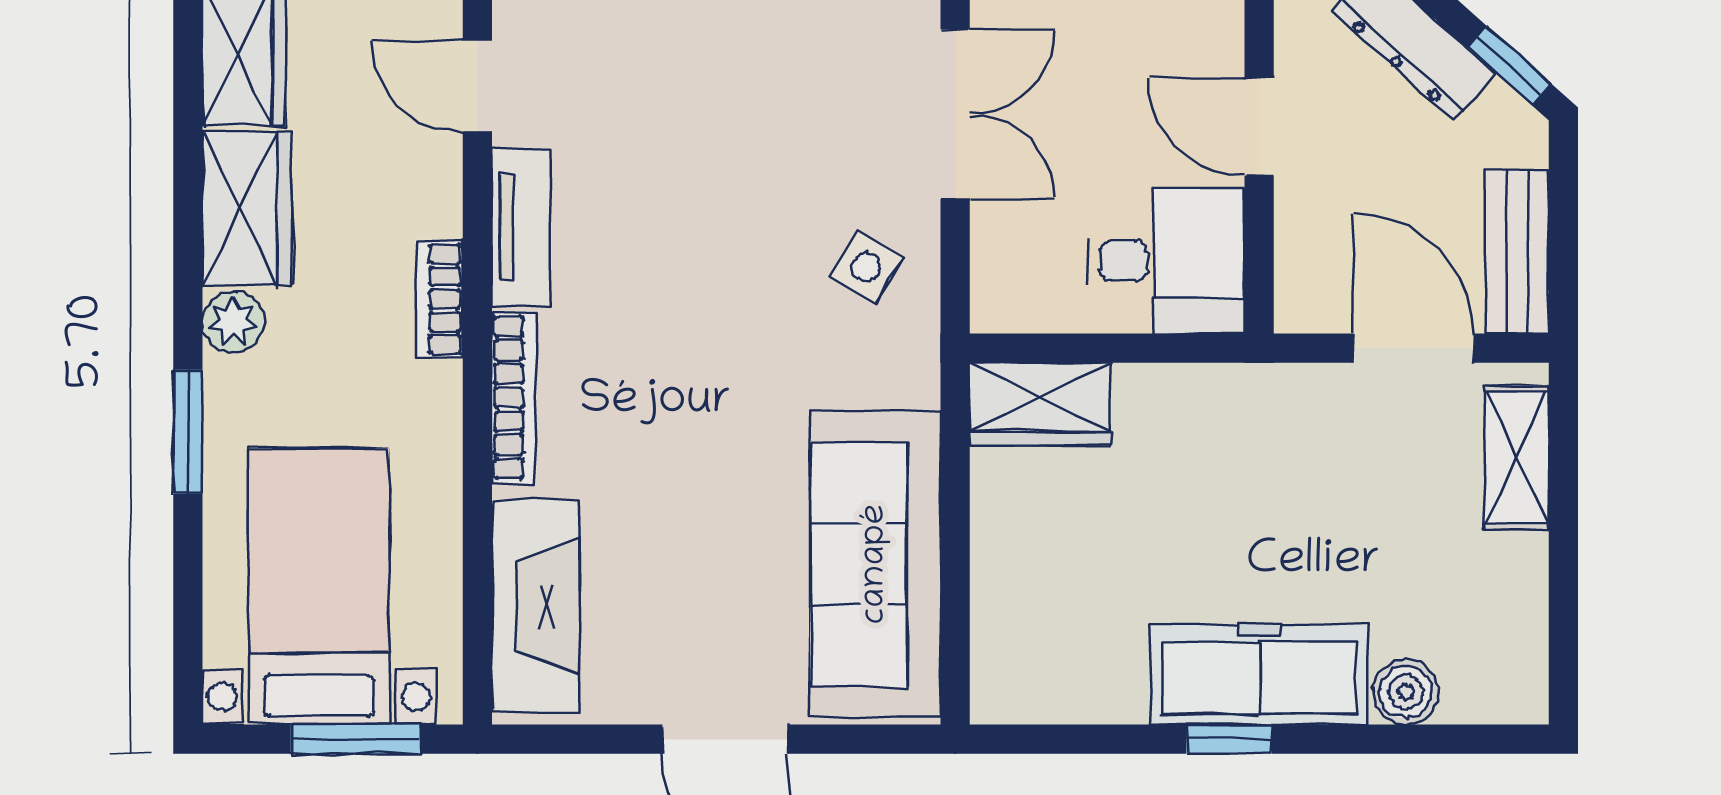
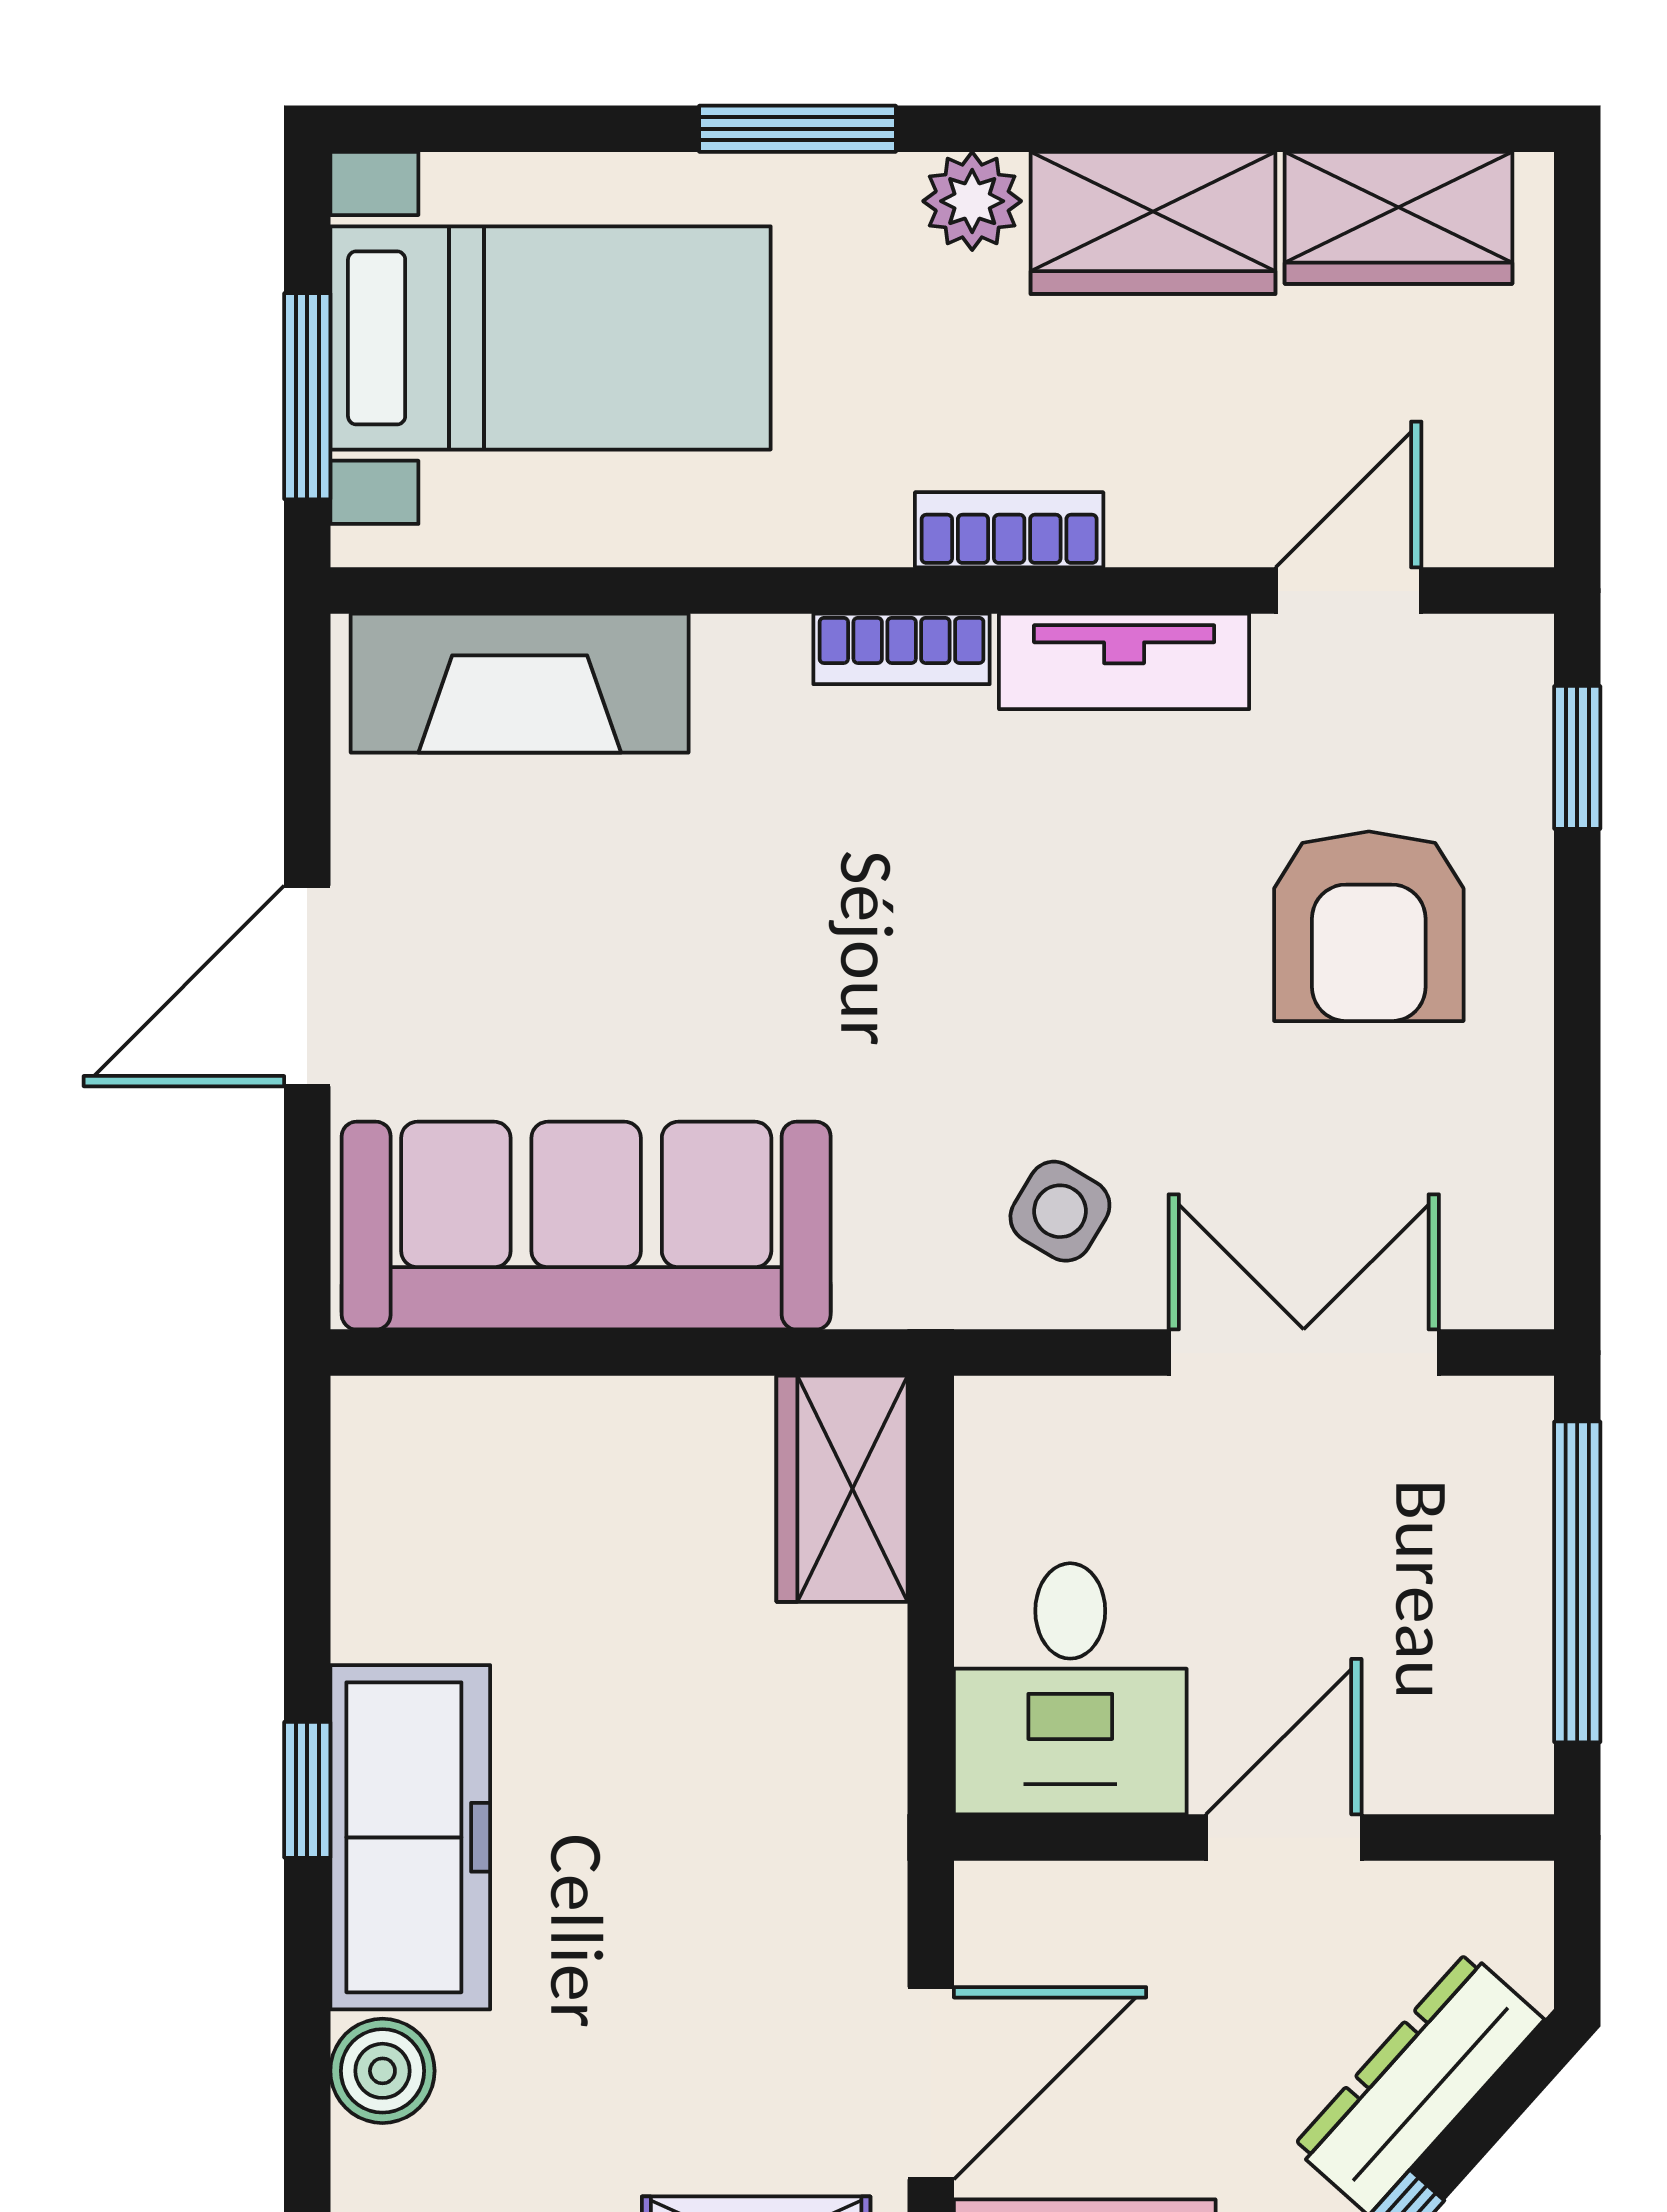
armchair: (688, 73) -> (1369, 926), added
double door: (955, 114) -> (1304, 1353), swing flipped
bookcase: (514, 398) -> (902, 649), width x0.64

